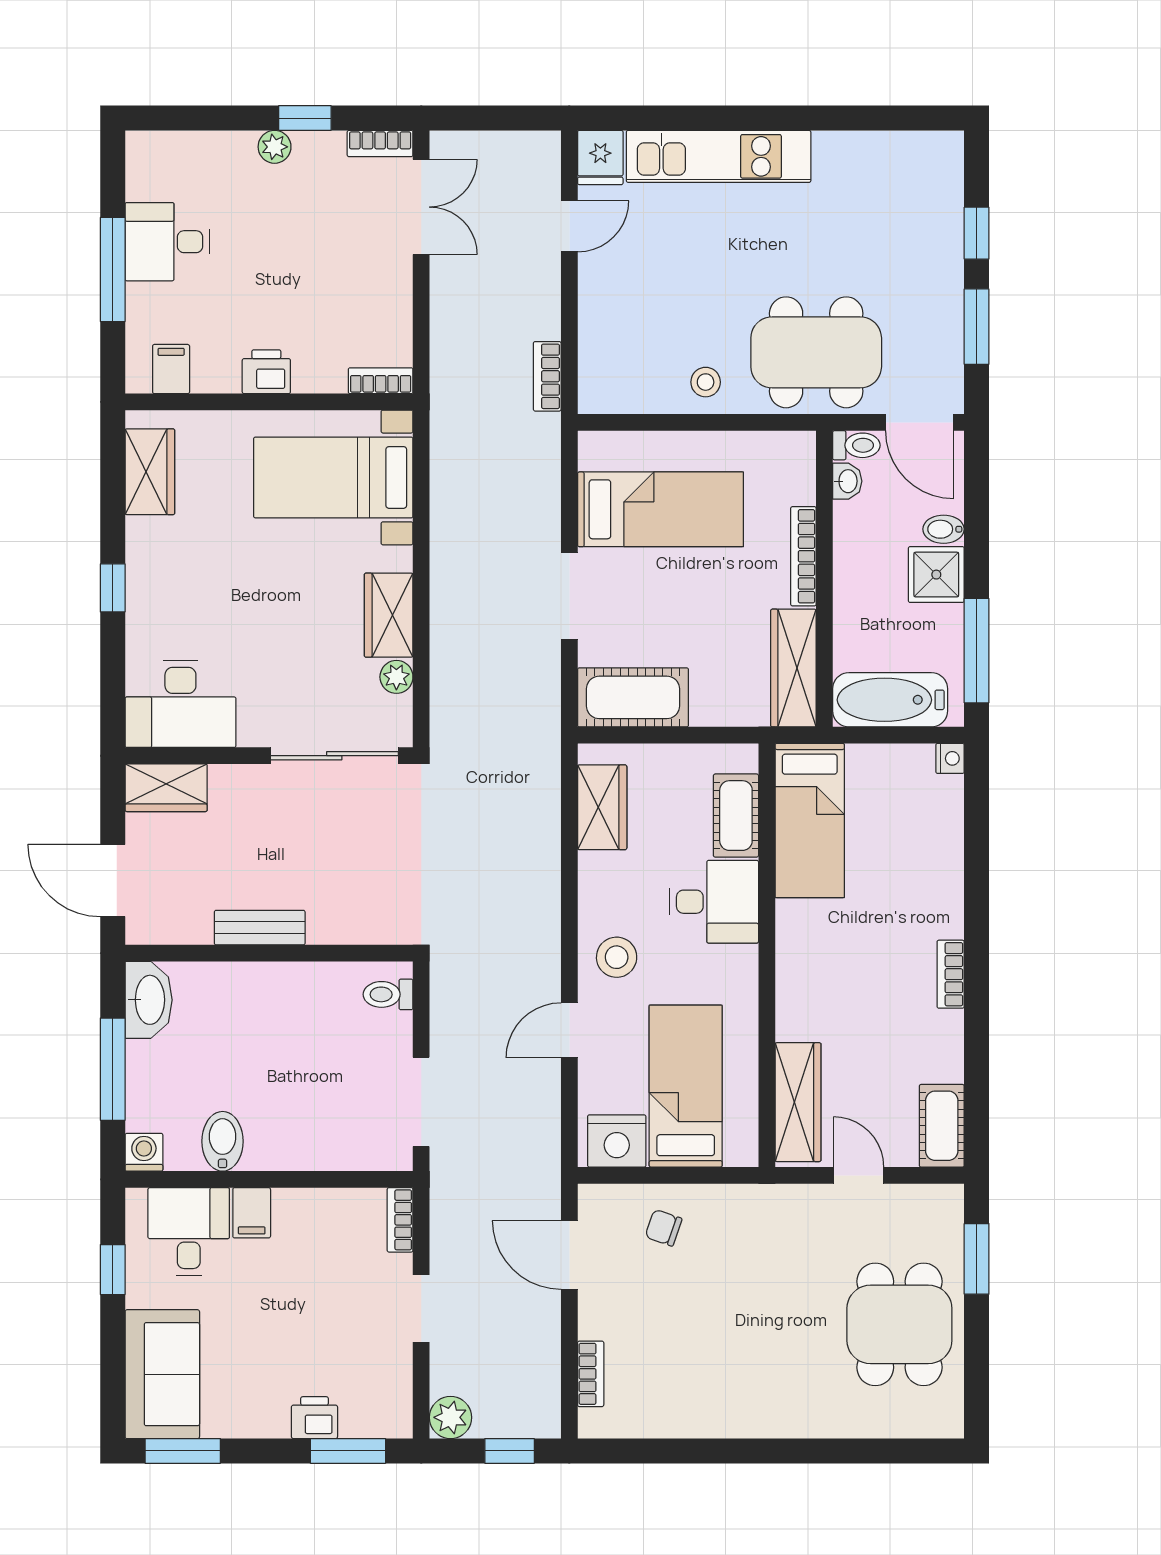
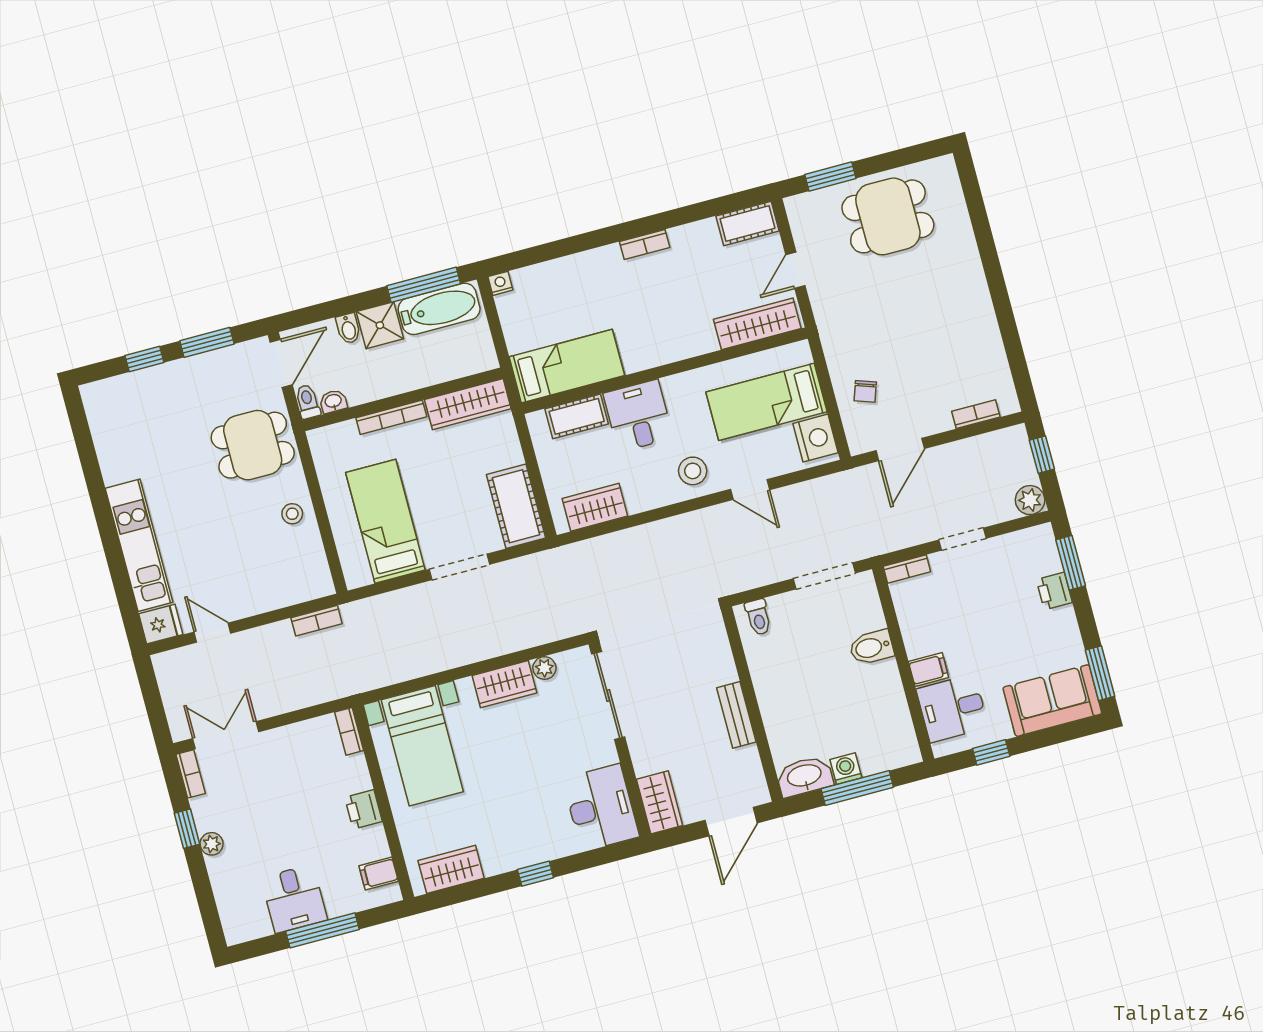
dining table: (816, 352) -> (253, 445), width x0.73
bathtub: (890, 700) -> (439, 309), moved, turned -90
bidet: (223, 1141) -> (871, 647), moved
washing machine: (144, 1152) -> (846, 769), moved, turned 90

